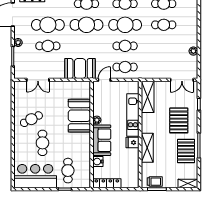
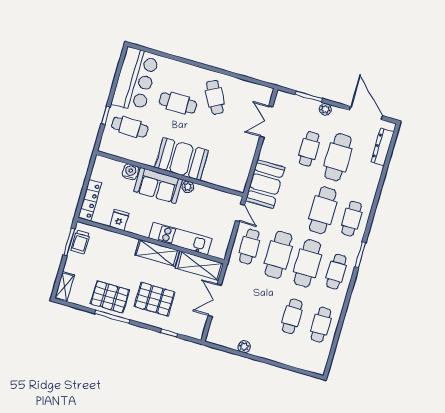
cafe table: (125, 46) -> (278, 255), width x1.37, depth x1.35
double door: (182, 80) -> (215, 300), moved
booth: (79, 116) -> (182, 159), moved
fridge: (133, 143) -> (119, 220), moved
shelving: (147, 148) -> (157, 253), moved
locker: (107, 183) -> (90, 200), moved

